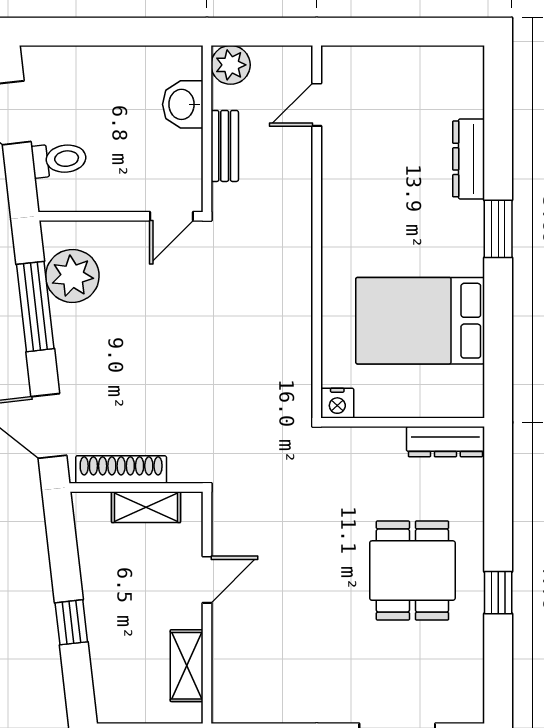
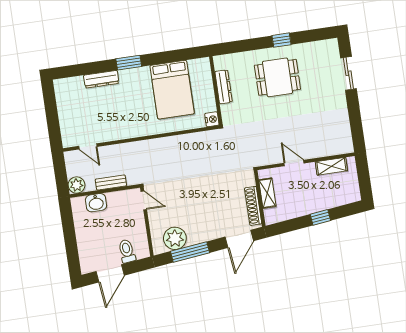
dresser: (445, 442) -> (224, 87), moved

